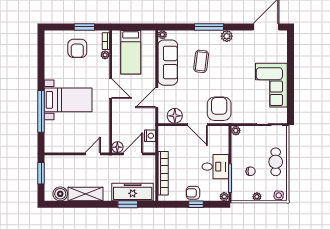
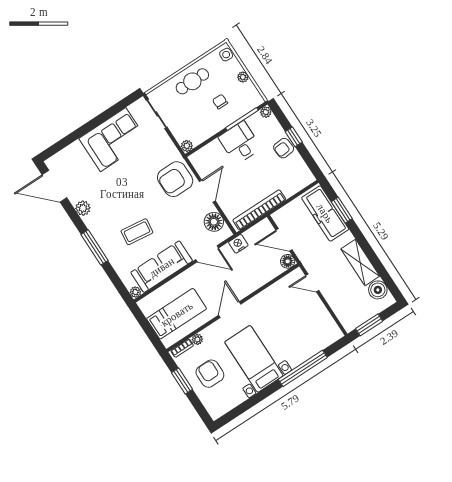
plant: (227, 36) -> (83, 208), moved
armchair: (77, 48) -> (210, 374), turned -90
bed with nightstands: (68, 100) -> (254, 359), moved
nightstand: (150, 136) -> (238, 244), moved
bookcase: (163, 173) -> (259, 210), moved
armchair: (193, 193) -> (284, 148), turned 85

